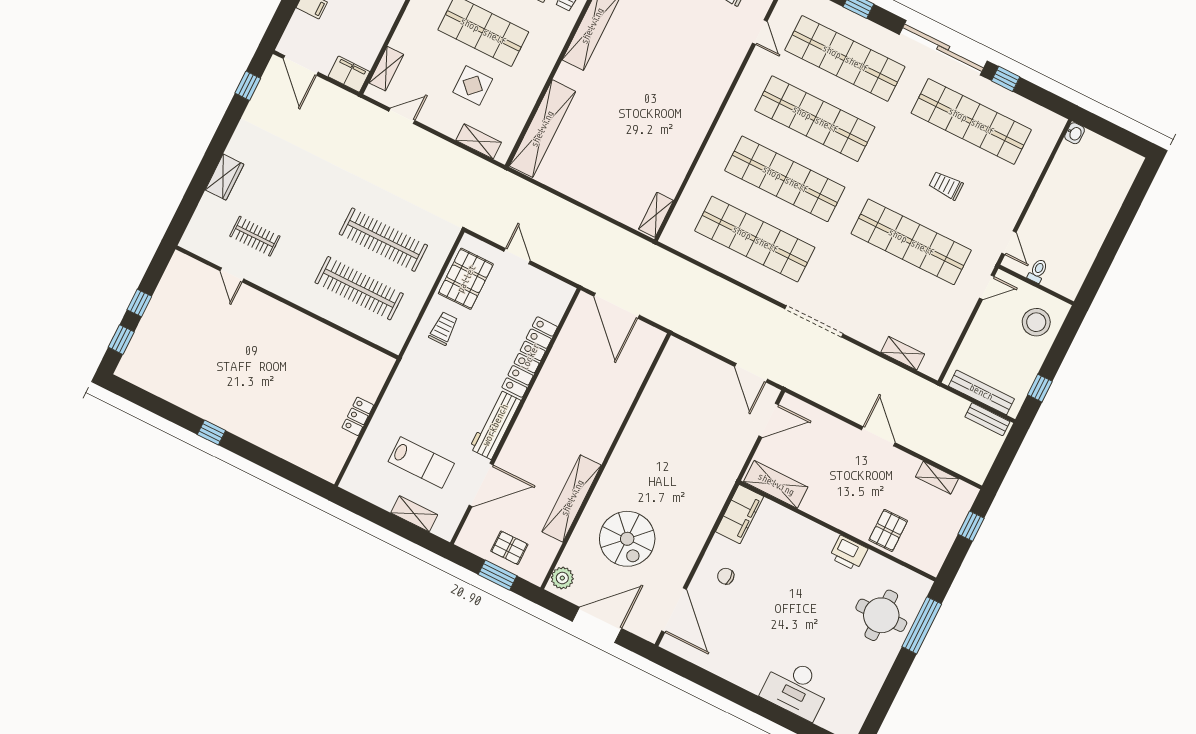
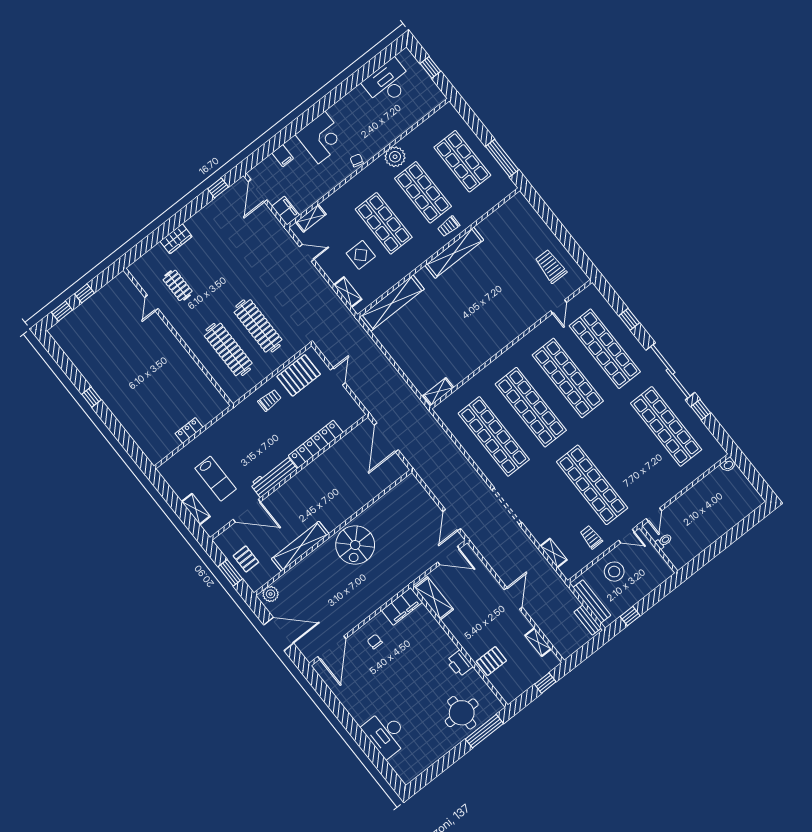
trolley: (946, 185) -> (591, 537), moved
stool: (1036, 322) -> (614, 572), moved
spiral stairs: (627, 539) -> (355, 545), moved

